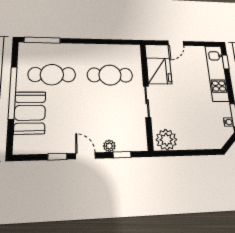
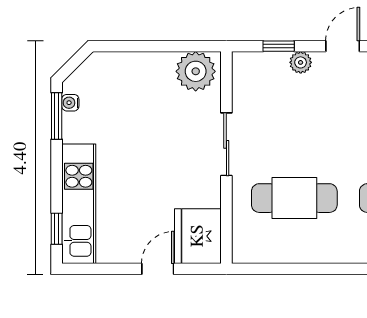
fridge: (159, 71) -> (198, 236), moved
door: (86, 156) -> (343, 46), swing flipped

